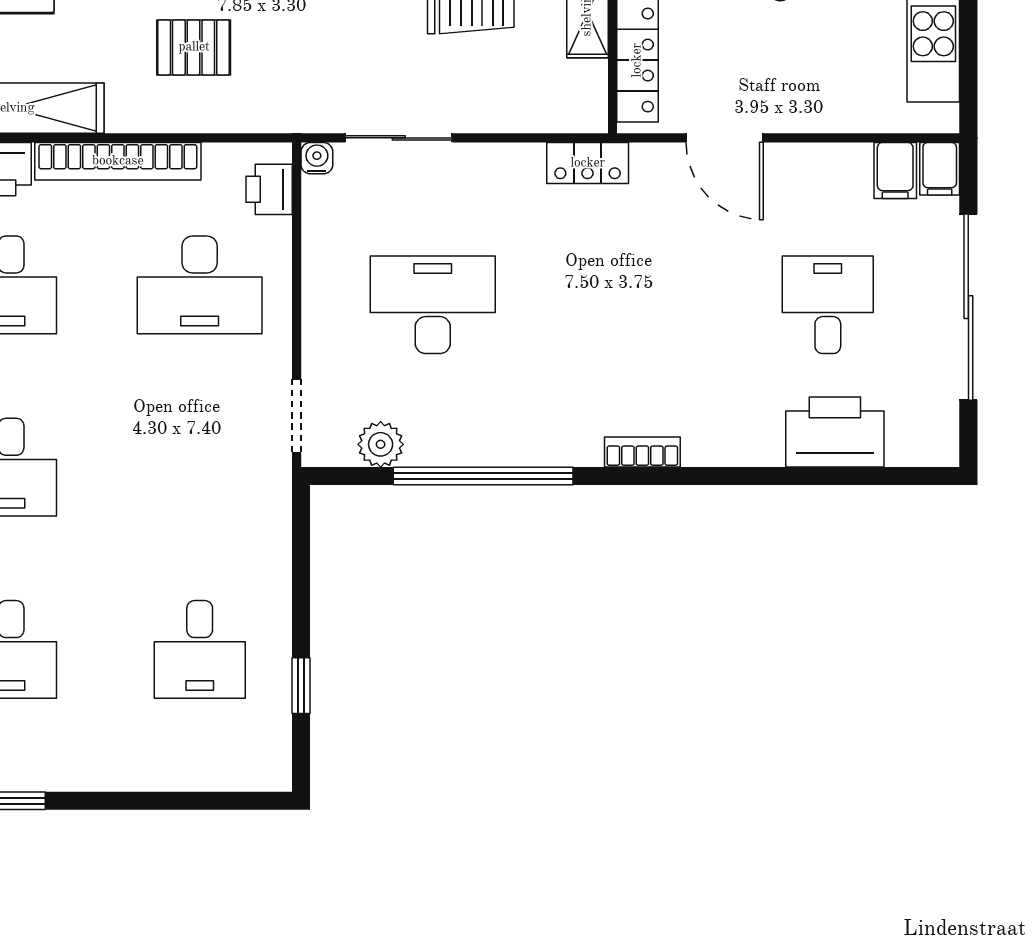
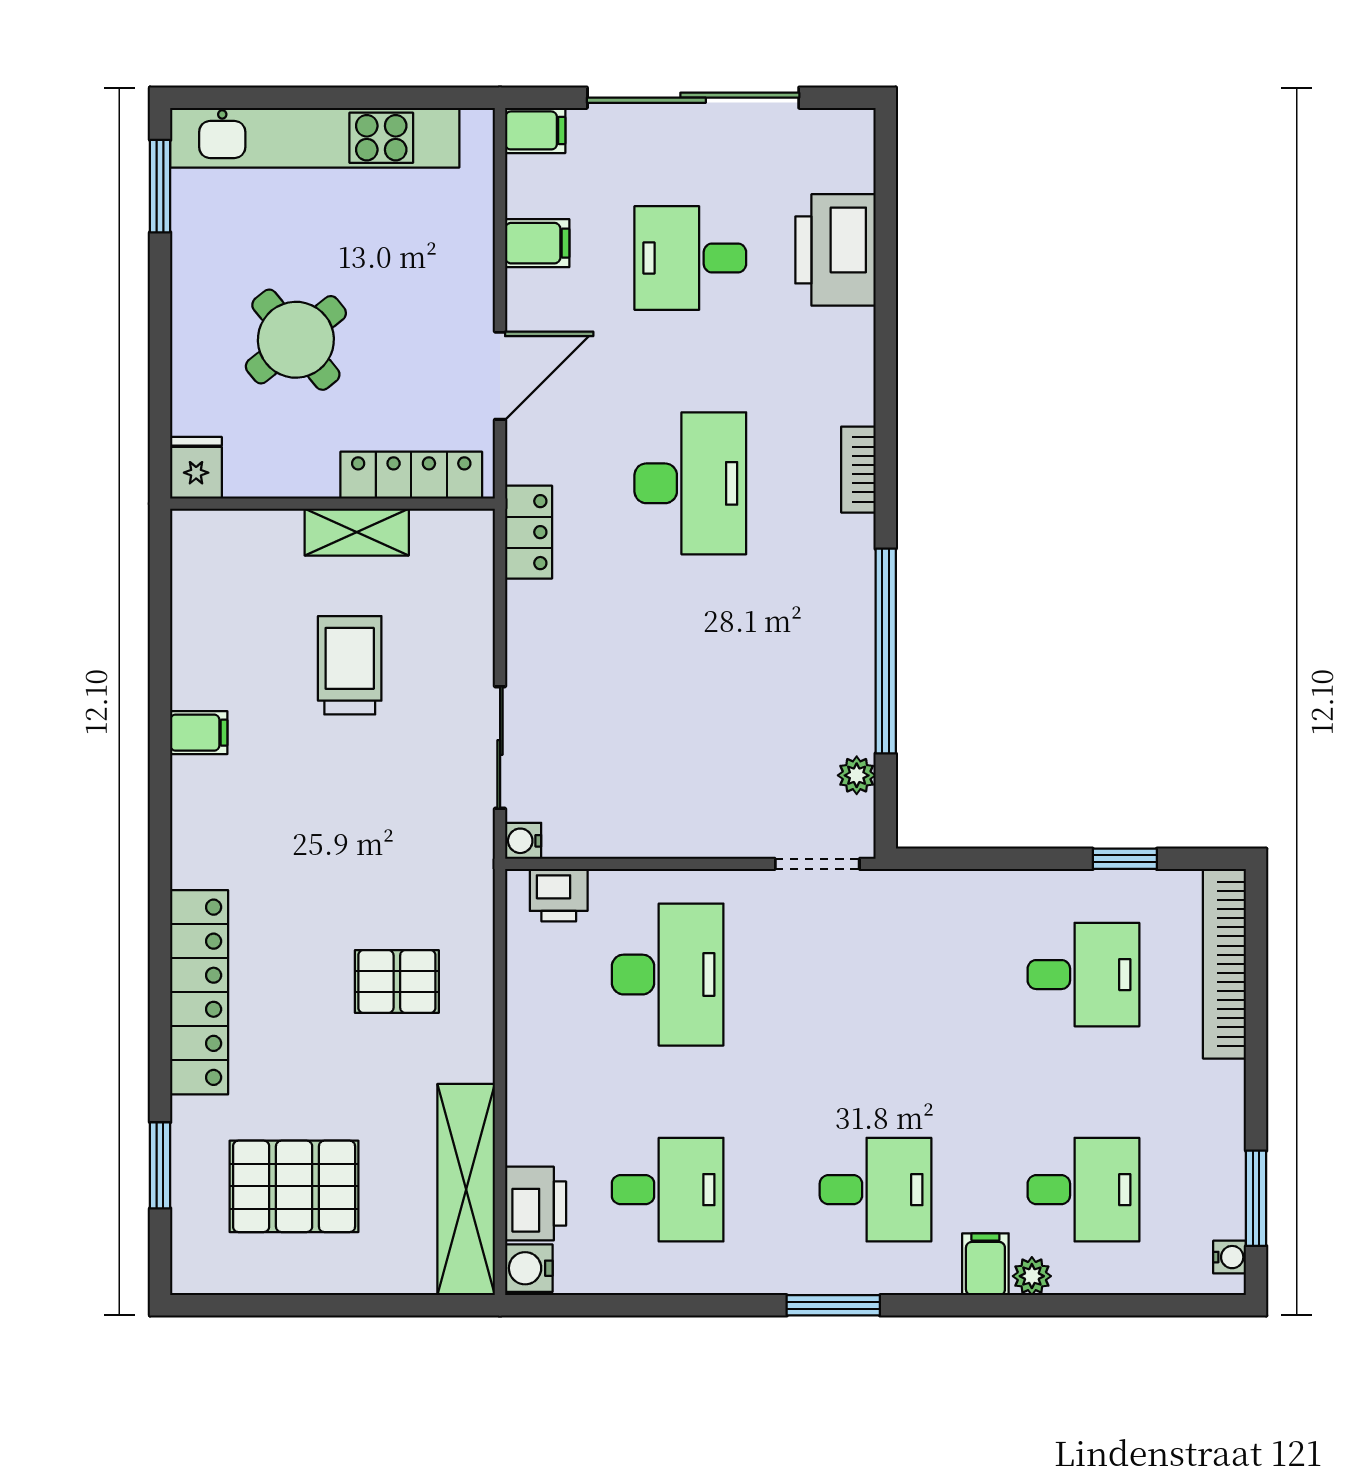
pallet: (194, 47) -> (397, 982), turned 90
bookcase: (118, 161) -> (1224, 964), moved, turned 180
filing cabinet: (895, 171) -> (537, 243), moved
desk: (433, 305) -> (690, 483), moved, turned 180
plant: (381, 444) -> (857, 775), width x0.73, depth x0.73

